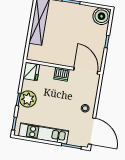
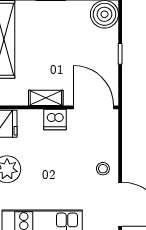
shelving: (58, 60) -> (46, 98), added

